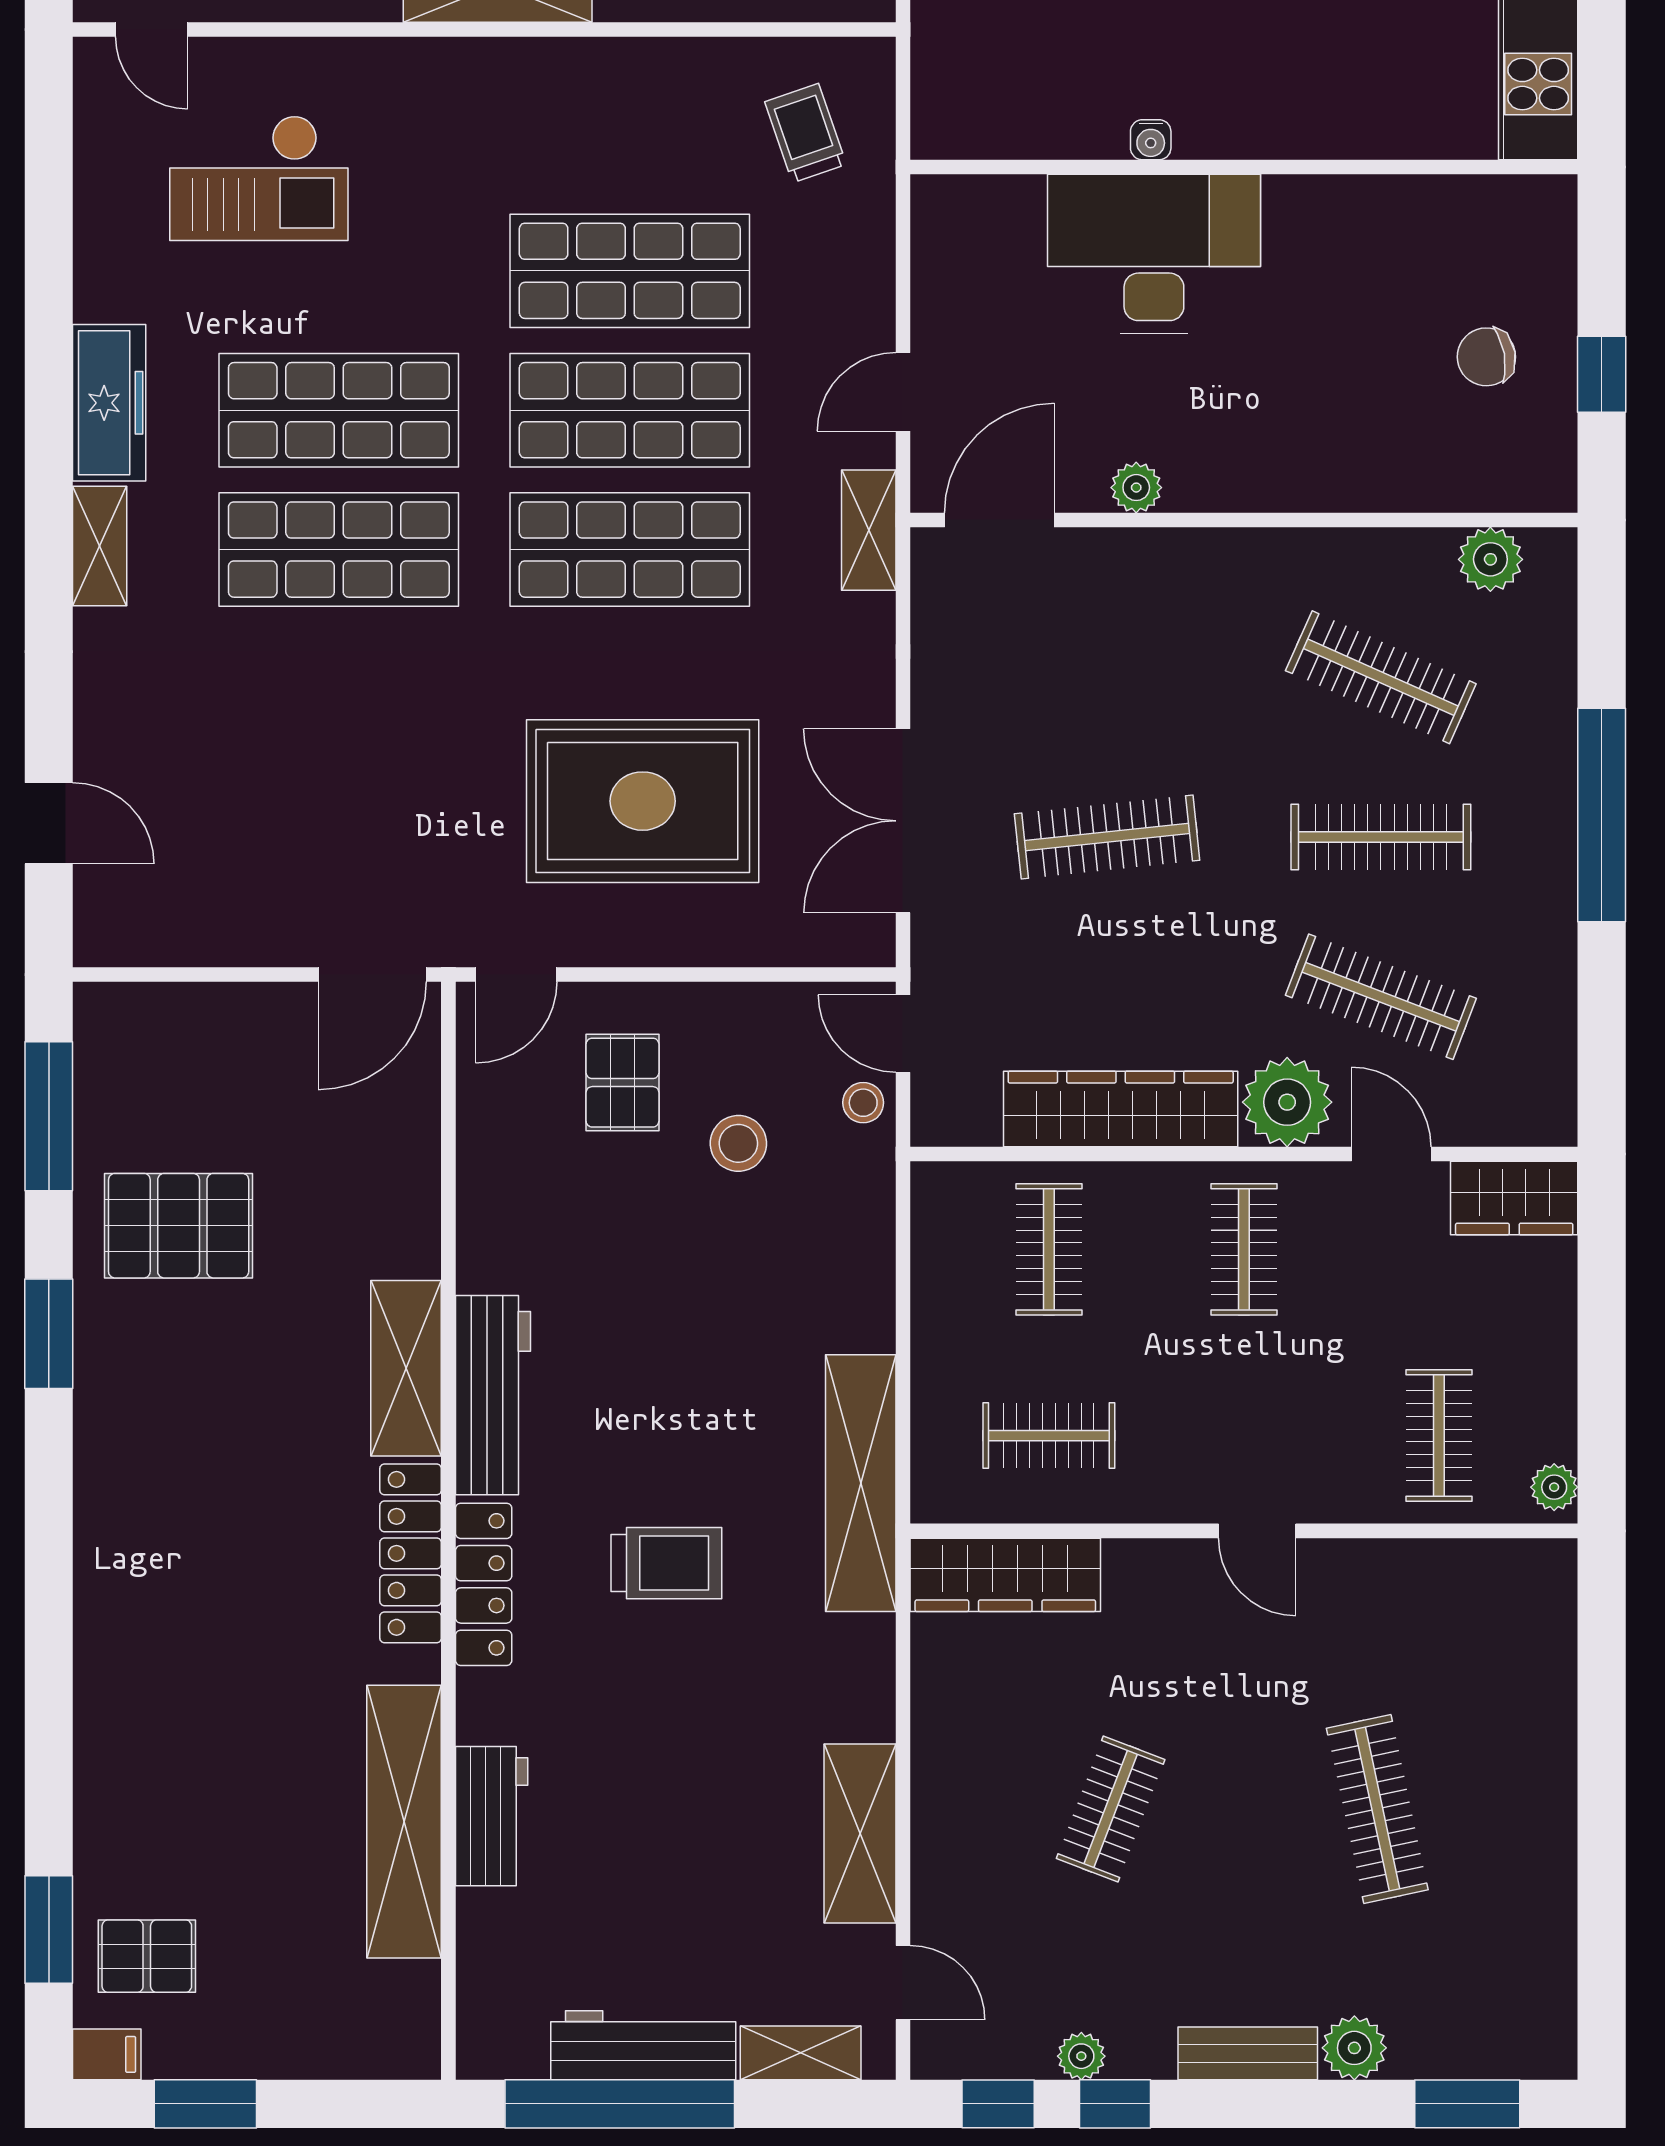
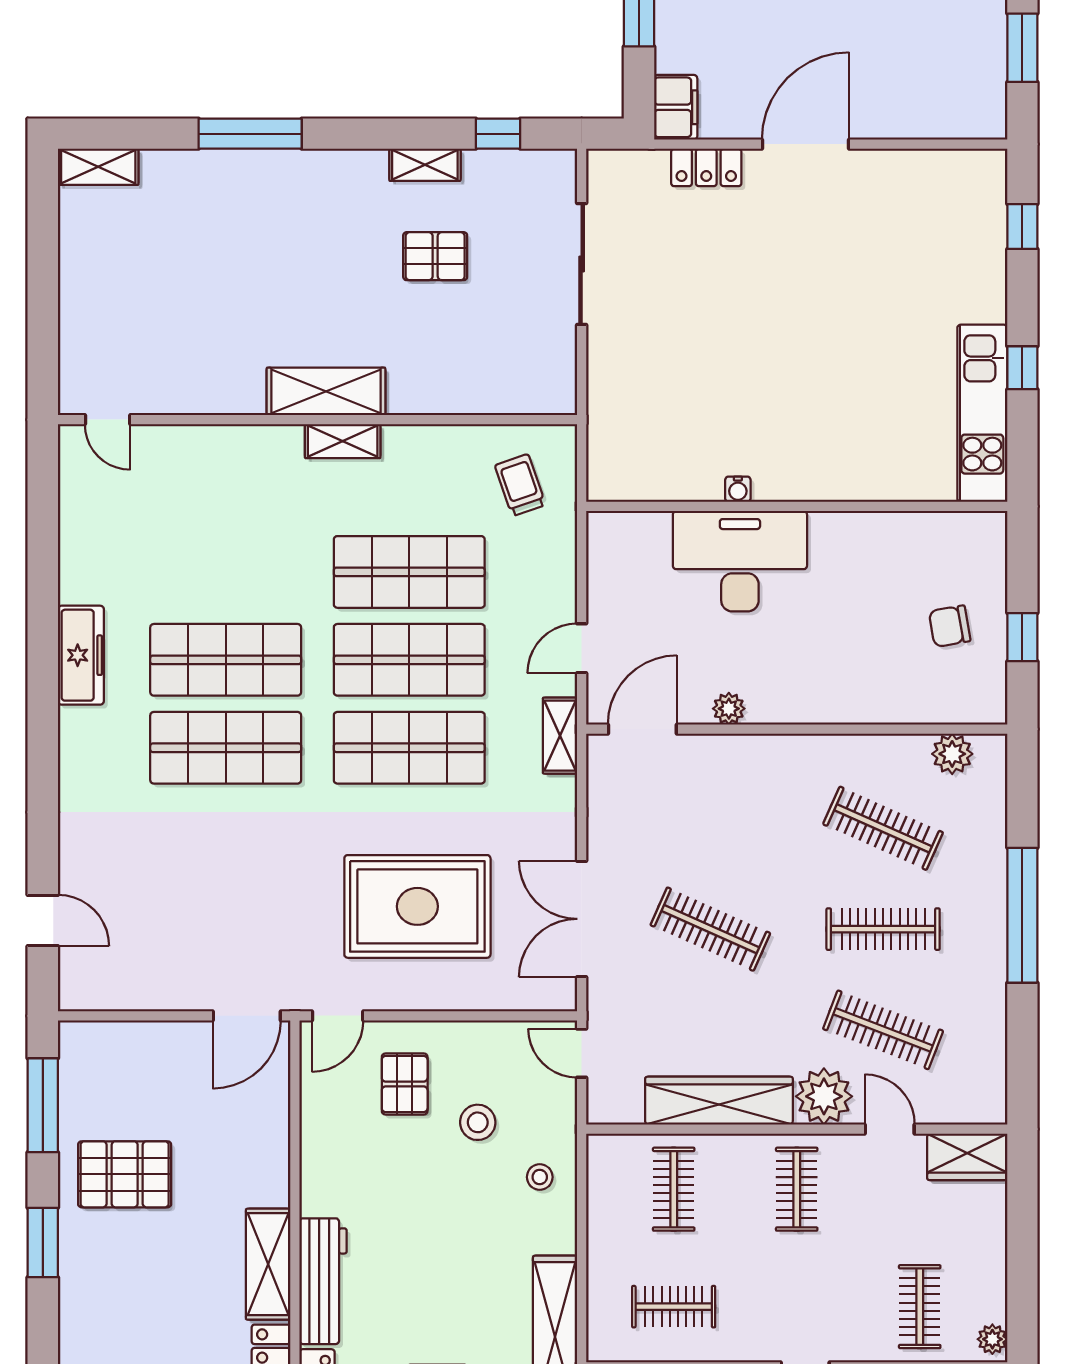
checkout: (259, 178) -> (175, 513), removed
shelving: (100, 546) -> (343, 441), moved, turned 90
clothes rail: (1107, 837) -> (710, 929), turned 30
stool: (863, 1103) -> (540, 1177), moved

